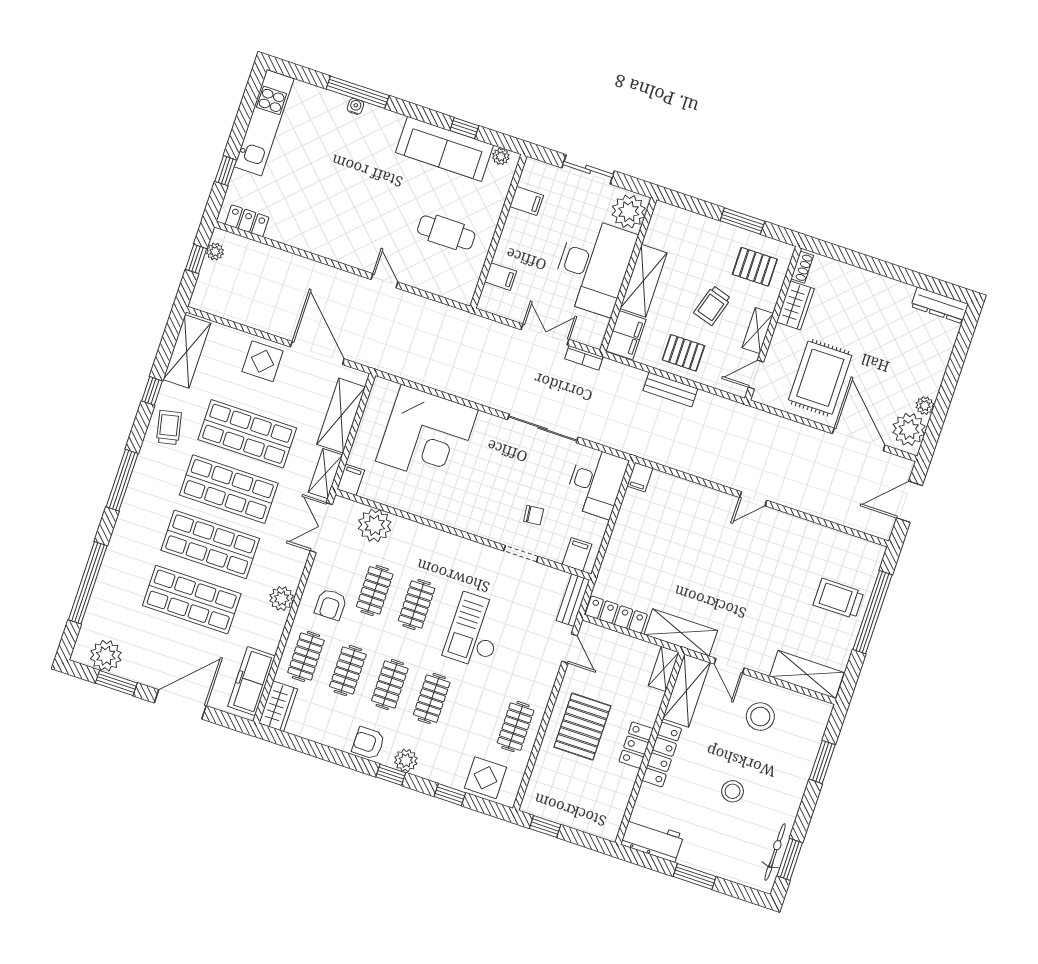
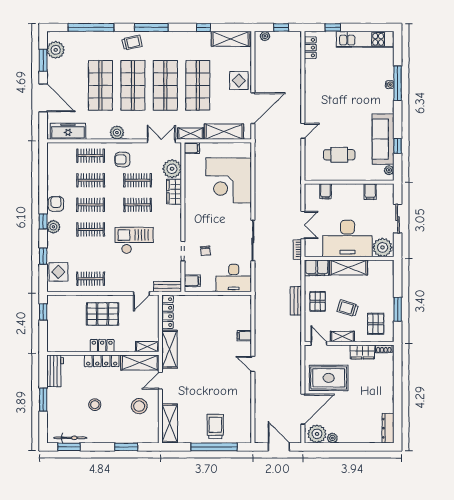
cafe table: (446, 232) -> (339, 155), turned 90
plant: (215, 252) -> (265, 36), moved
trolley: (169, 427) -> (132, 43), moved
filing cabinet: (640, 477) -> (244, 336), moved
wardrobe: (278, 706) -> (174, 192), moved, turned 90

